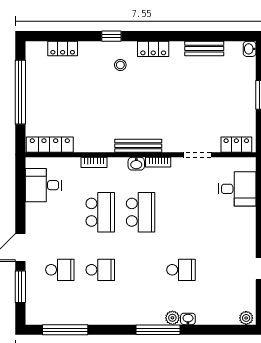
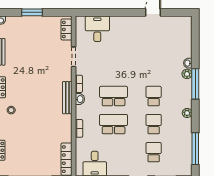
school desk: (181, 270) -> (154, 96), moved
plant: (246, 318) -> (187, 113), moved

